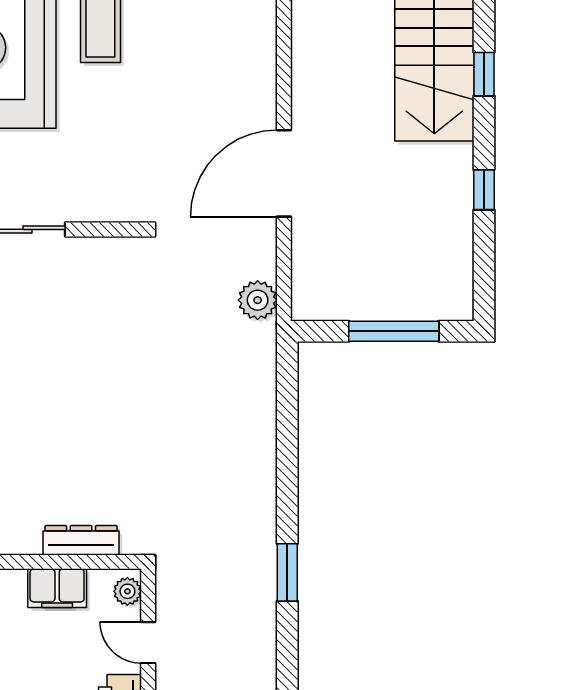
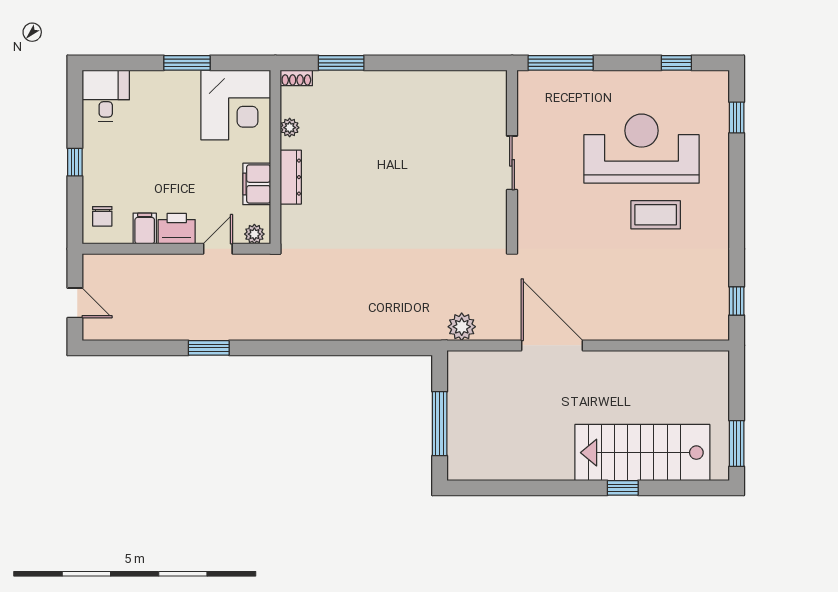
window: (484, 190) -> (540, 488), removed
dresser: (81, 540) -> (291, 177), moved
window: (287, 572) -> (209, 348), moved

